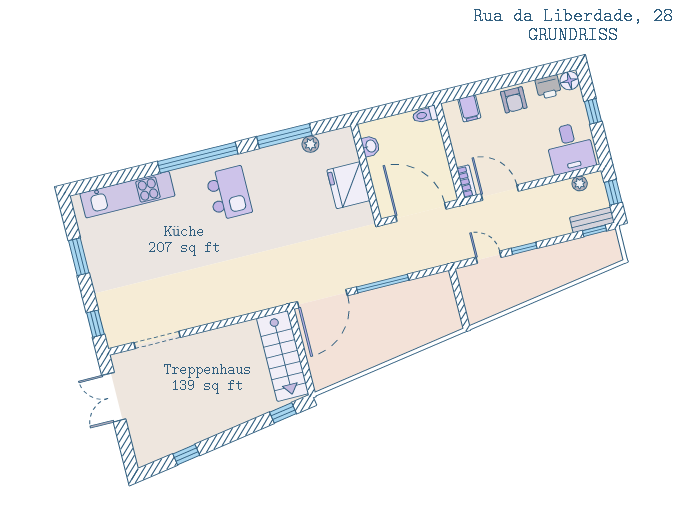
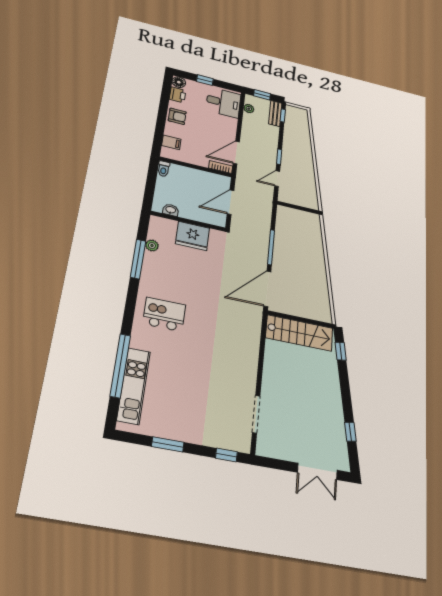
window: (198, 158) -> (120, 366), moved
door: (421, 212) -> (231, 202), width x0.73
door: (322, 299) -> (267, 289), swing flipped
double door: (114, 397) -> (317, 471), moved

